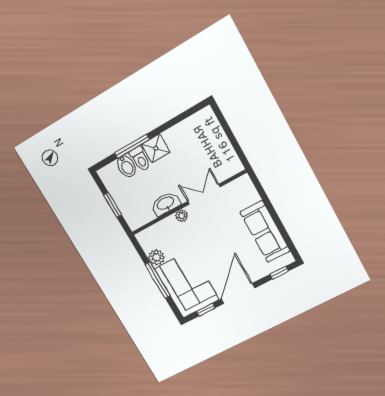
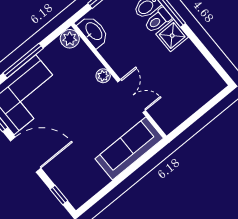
washbasin: (166, 204) -> (93, 32), moved
sofa: (265, 232) -> (129, 148), moved
plant: (156, 257) -> (70, 39), moved

